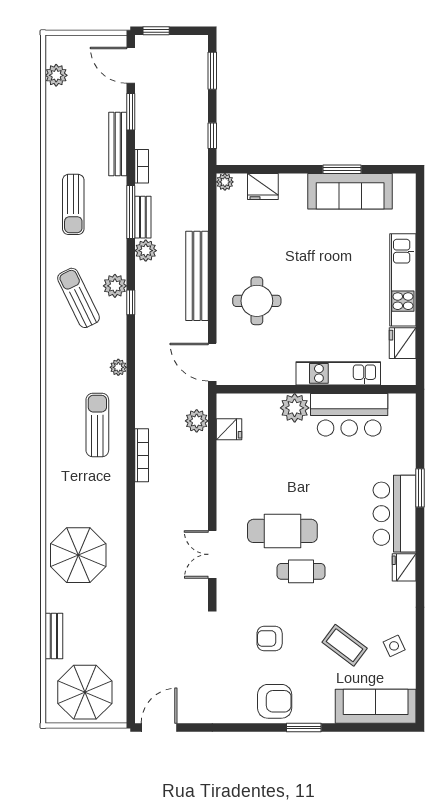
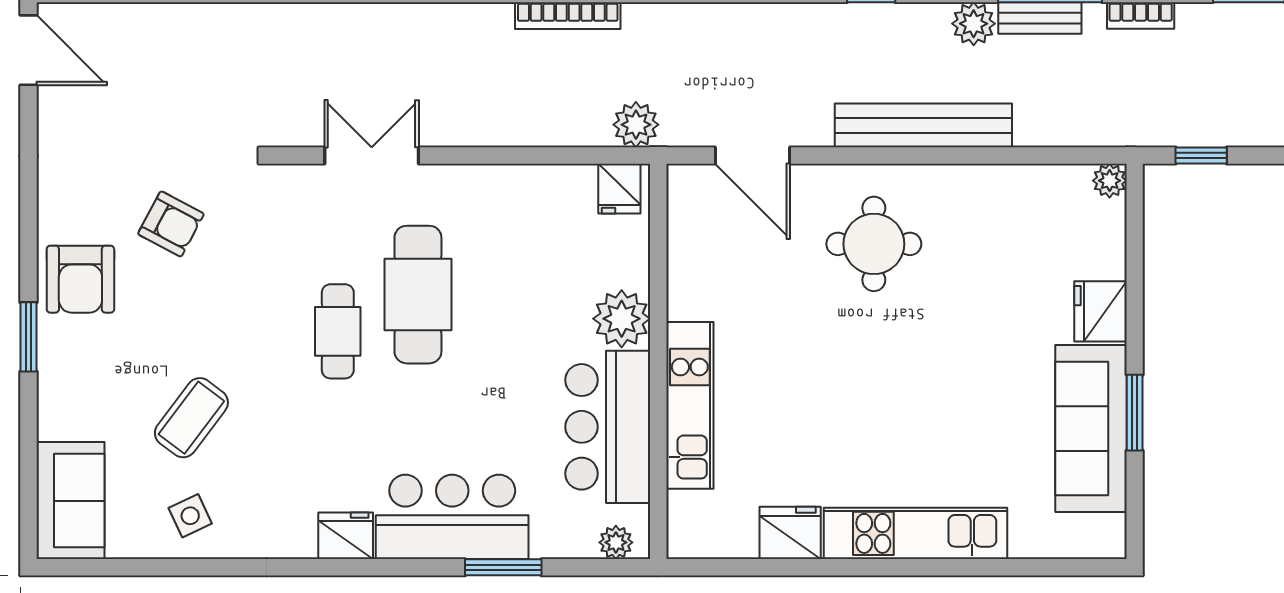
fridge: (263, 187) -> (1100, 311), moved
door: (212, 362) -> (752, 156), swing flipped
kitchen unit: (338, 373) -> (690, 405), moved
wall: (316, 389) -> (658, 361), moved
plant: (295, 408) -> (622, 319), moved
bar counter: (349, 415) -> (608, 427), moved
plant: (408, 431) -> (616, 542), added
armchair: (270, 638) -> (171, 224), moved, turned 118
sofa: (376, 706) -> (70, 501), width x0.73

